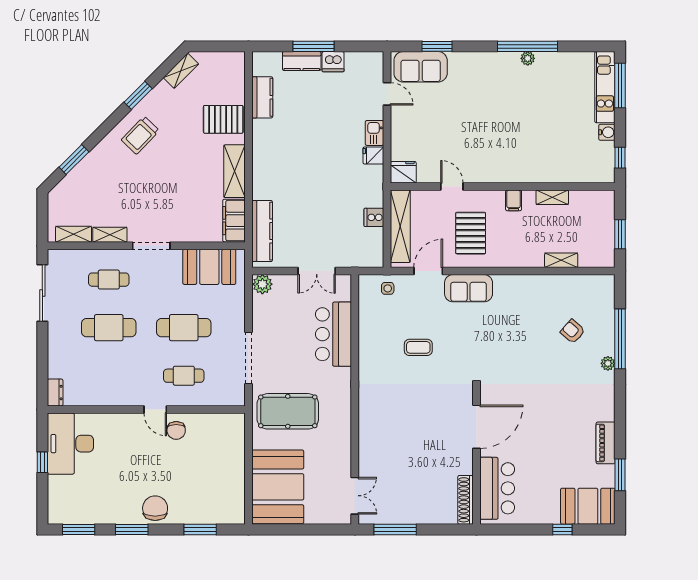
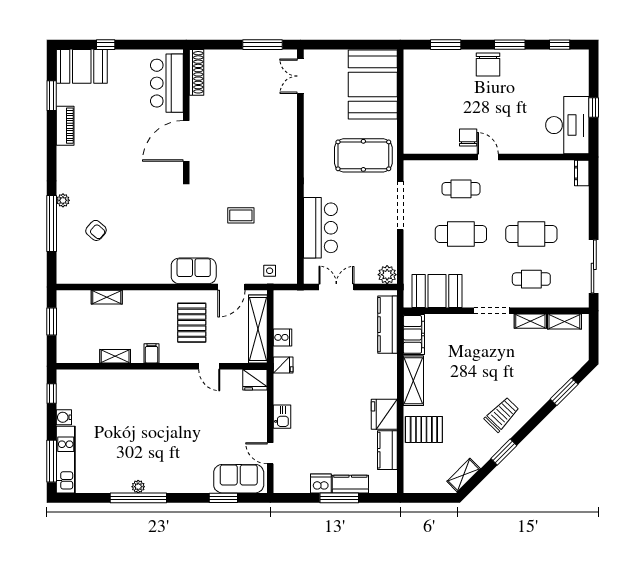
fridge: (265, 136) -> (384, 414), added
fridge: (373, 155) -> (283, 365), moved
window: (79, 529) -> (560, 45), width x0.67

